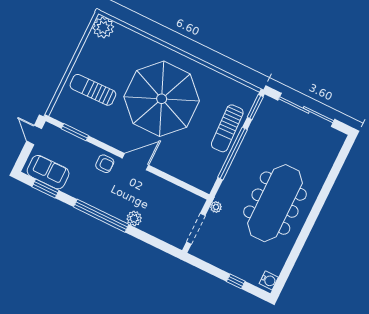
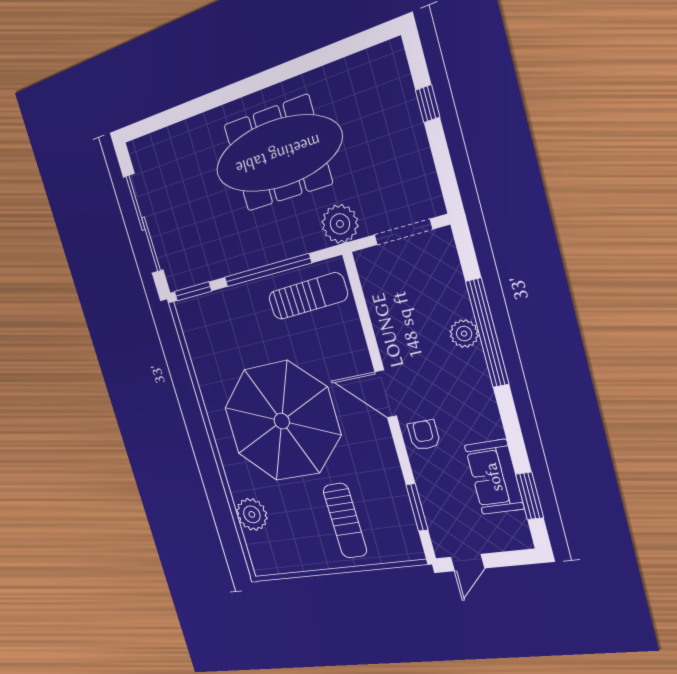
plant: (103, 27) -> (252, 514), moved
sun lounger: (227, 128) -> (308, 296), moved
sofa: (48, 172) -> (494, 477), moved
plant: (216, 207) -> (340, 224), width x1.88, depth x1.88
window: (101, 216) -> (487, 333), moved
water cooler: (269, 280) -> (385, 57), removed

